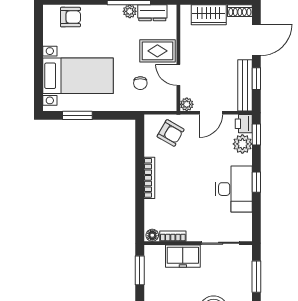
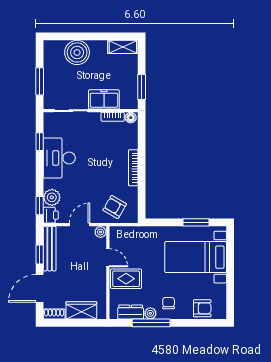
armchair: (70, 17) -> (202, 308), turned 180
chair: (140, 83) -> (169, 303), moved
window: (256, 182) -> (40, 142), moved

